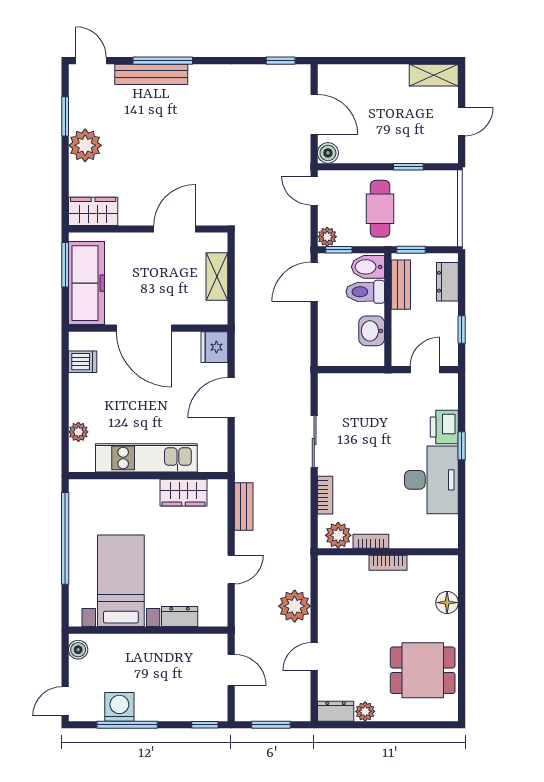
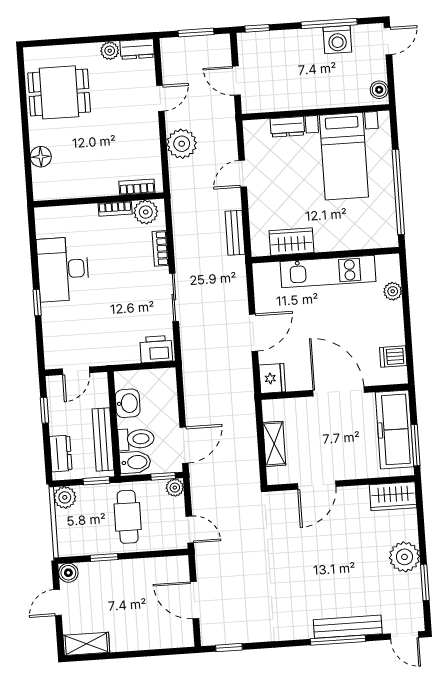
boiler: (328, 153) -> (68, 573), moved
plant: (446, 234) -> (65, 497), added
bench: (401, 285) -> (103, 440), width x1.36
printer: (444, 427) -> (156, 349), moved, turned -90
bookcase: (388, 563) -> (137, 187), moved

